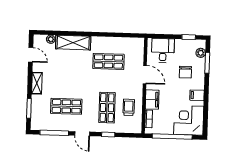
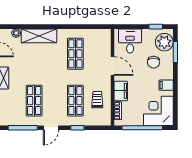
plant: (201, 53) -> (164, 42), width x1.88, depth x1.88
shop shelf: (108, 61) -> (75, 54), turned 90
shop shelf: (66, 106) -> (34, 101), turned 90
door: (82, 134) -> (51, 128), hinge flipped

